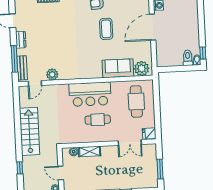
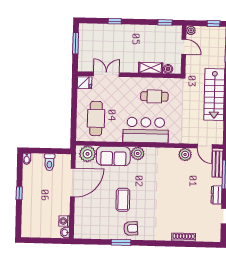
door: (153, 27) -> (73, 183), moved
window: (203, 53) -> (19, 193), moved
toilet: (188, 58) -> (49, 162), moved
plant: (96, 72) -> (138, 153), added
door: (35, 83) -> (205, 146), swing flipped
cafe table: (98, 120) -> (154, 96), moved

